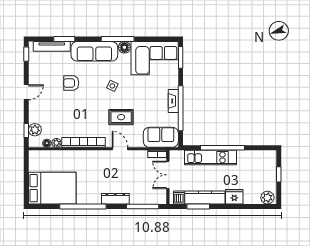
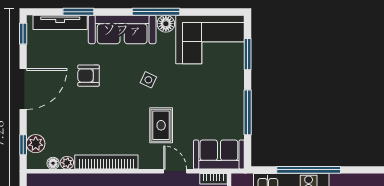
window: (181, 57) -> (248, 54), moved
door: (26, 92) -> (23, 89), width x1.87
fireplace: (173, 101) -> (237, 102), removed
window: (181, 108) -> (248, 112), width x0.68
rug: (121, 117) -> (161, 125), turned 90
door: (120, 149) -> (175, 171), moved

